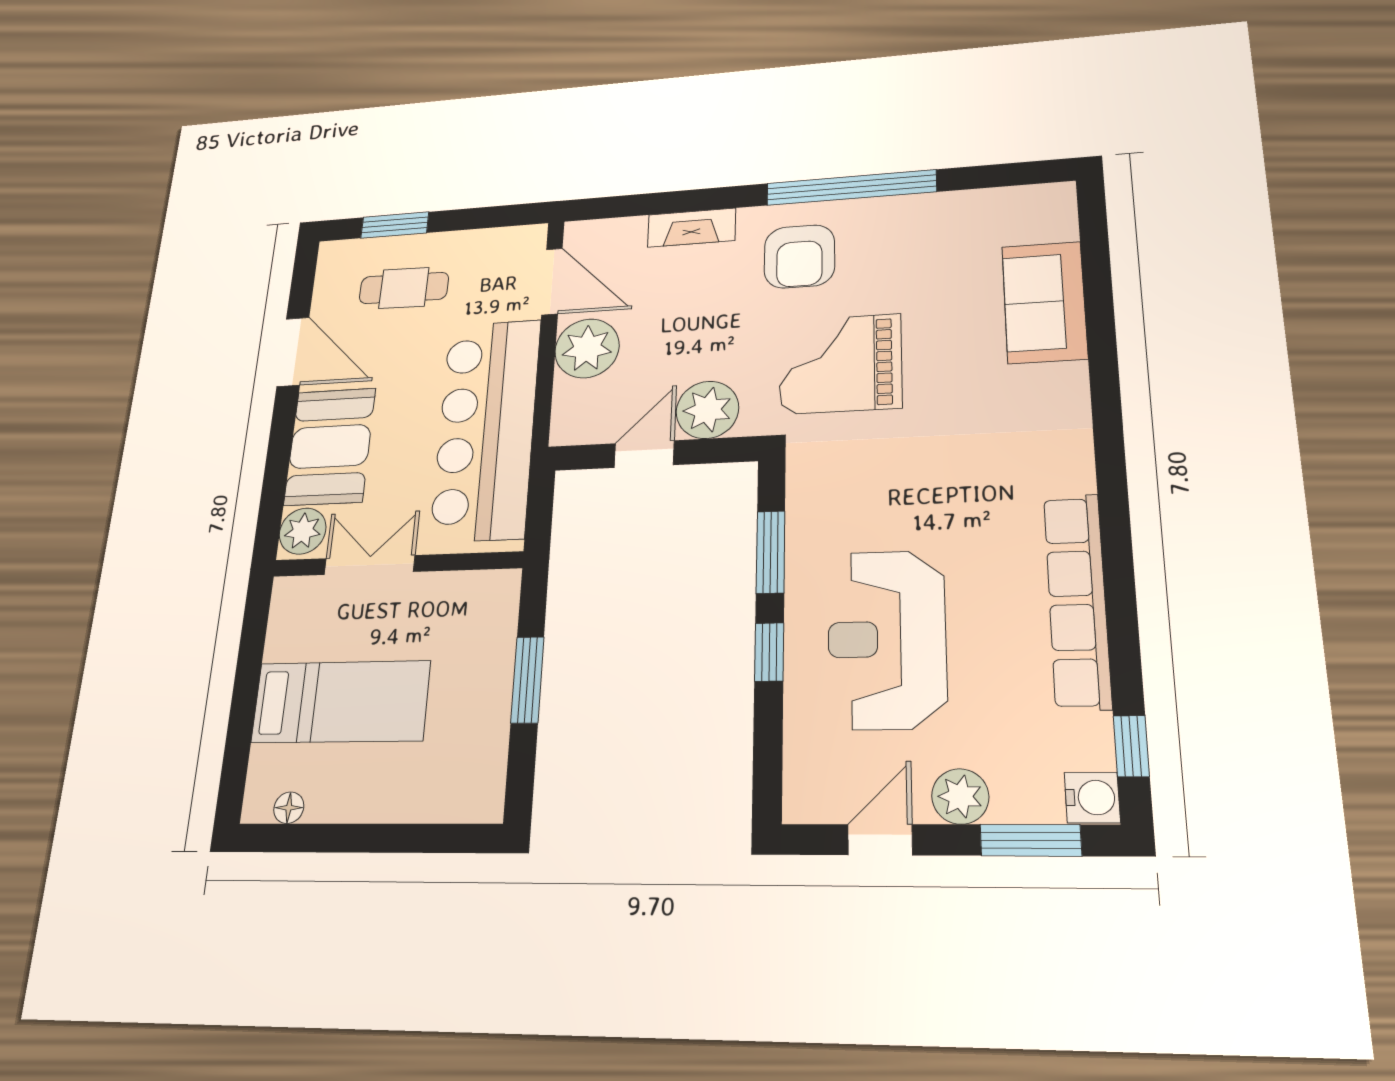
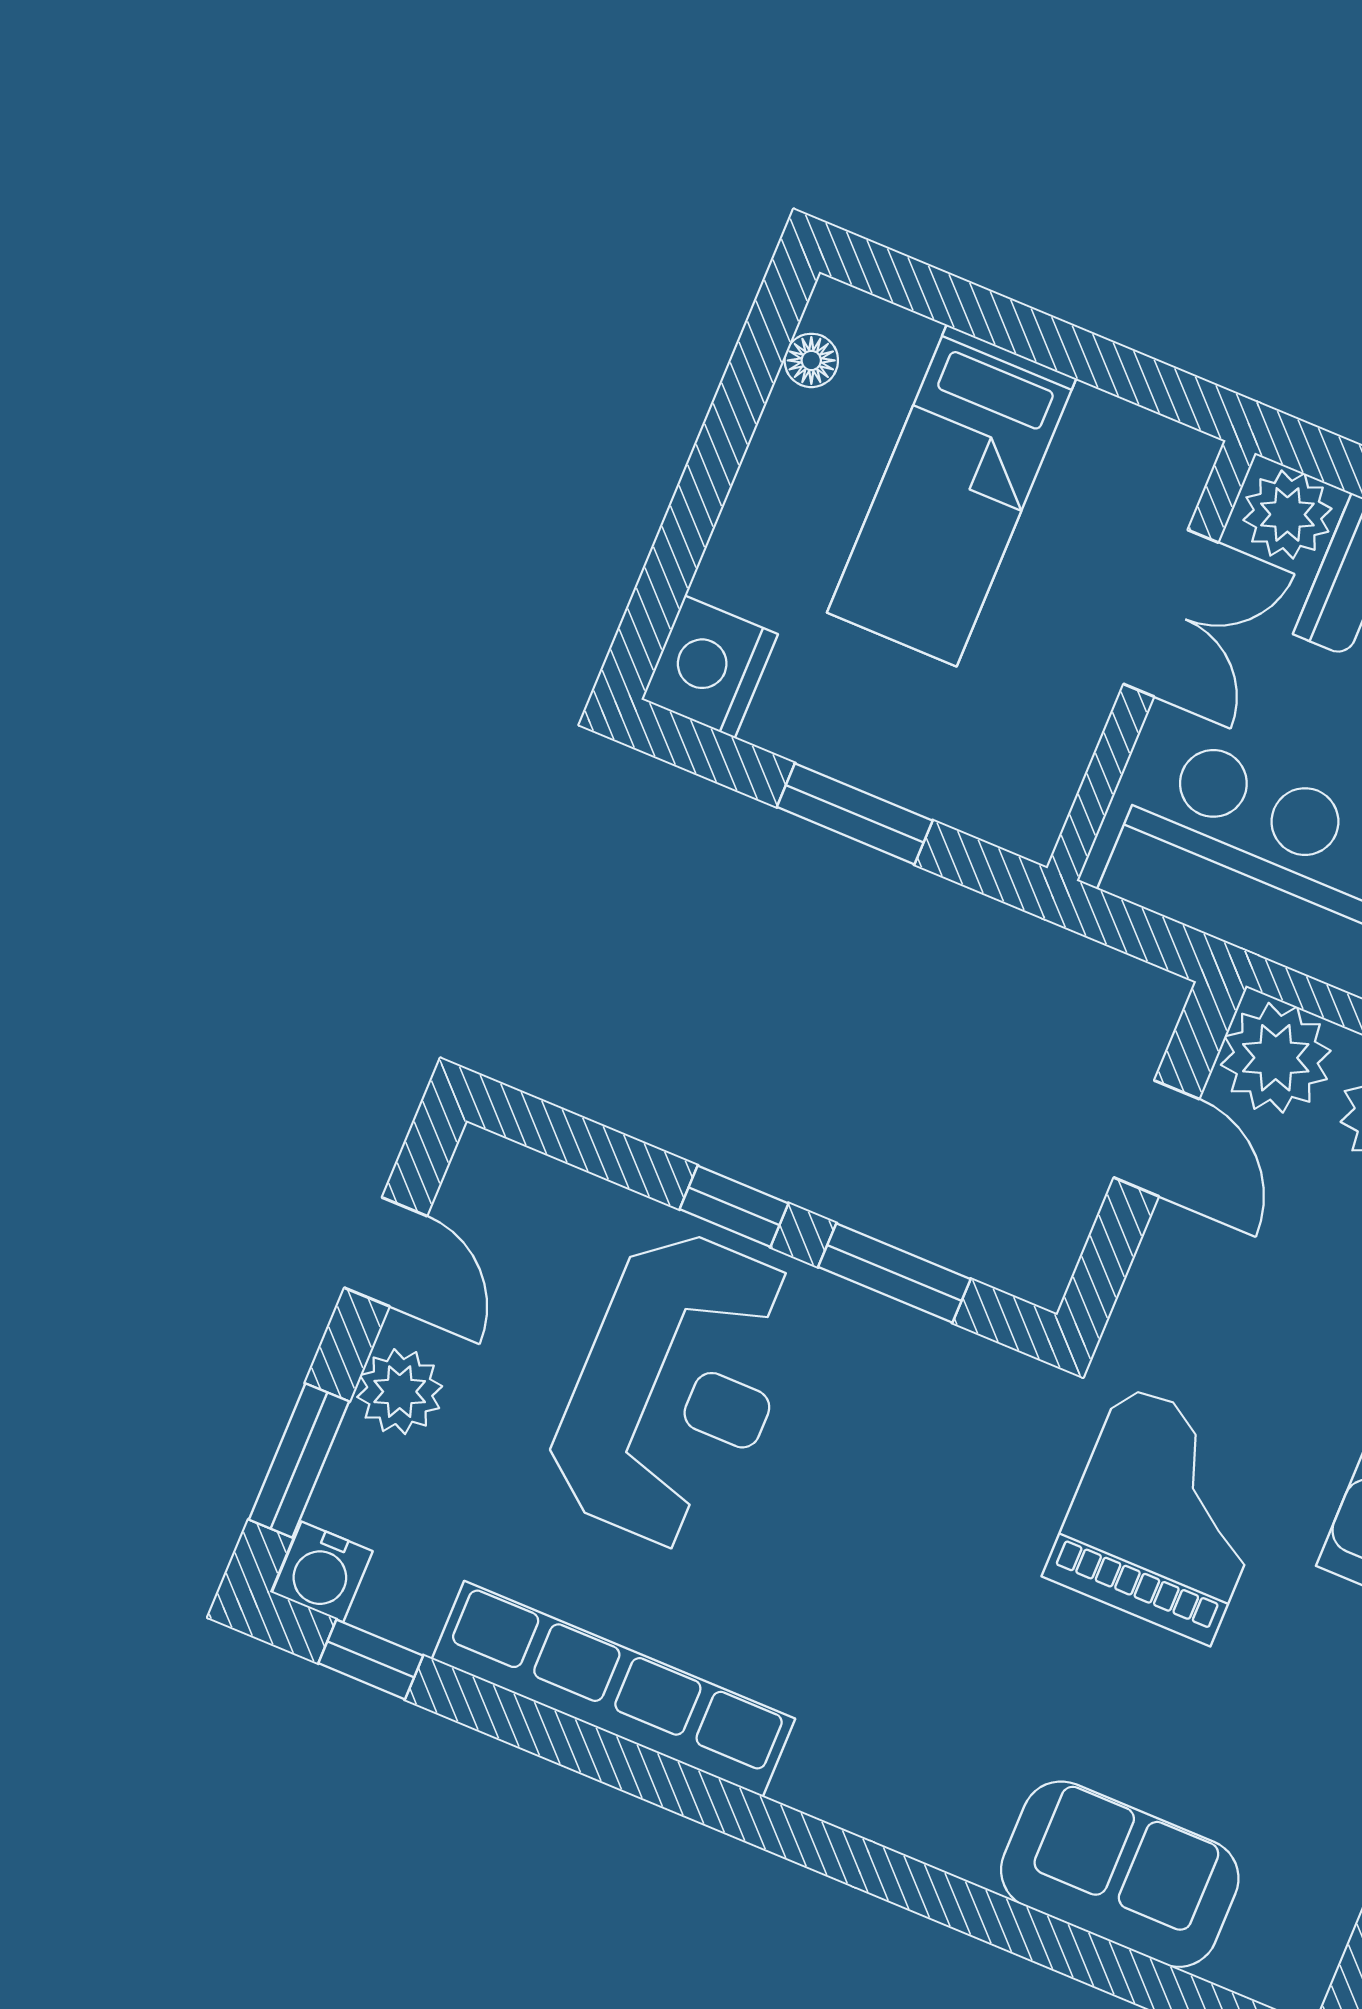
plant: (707, 410) -> (1276, 1058), moved
reception desk: (887, 639) -> (677, 1389), turned 90
nightstand: (473, 793) -> (710, 667), added

